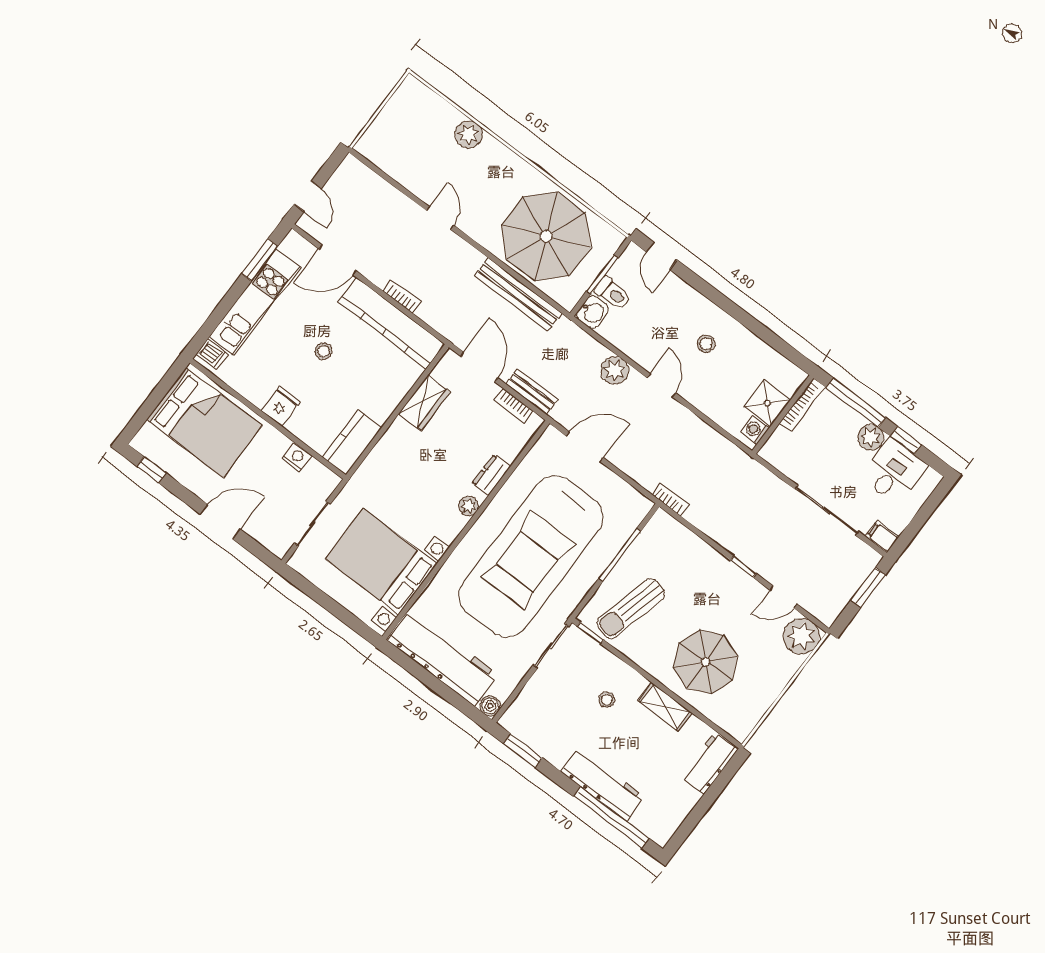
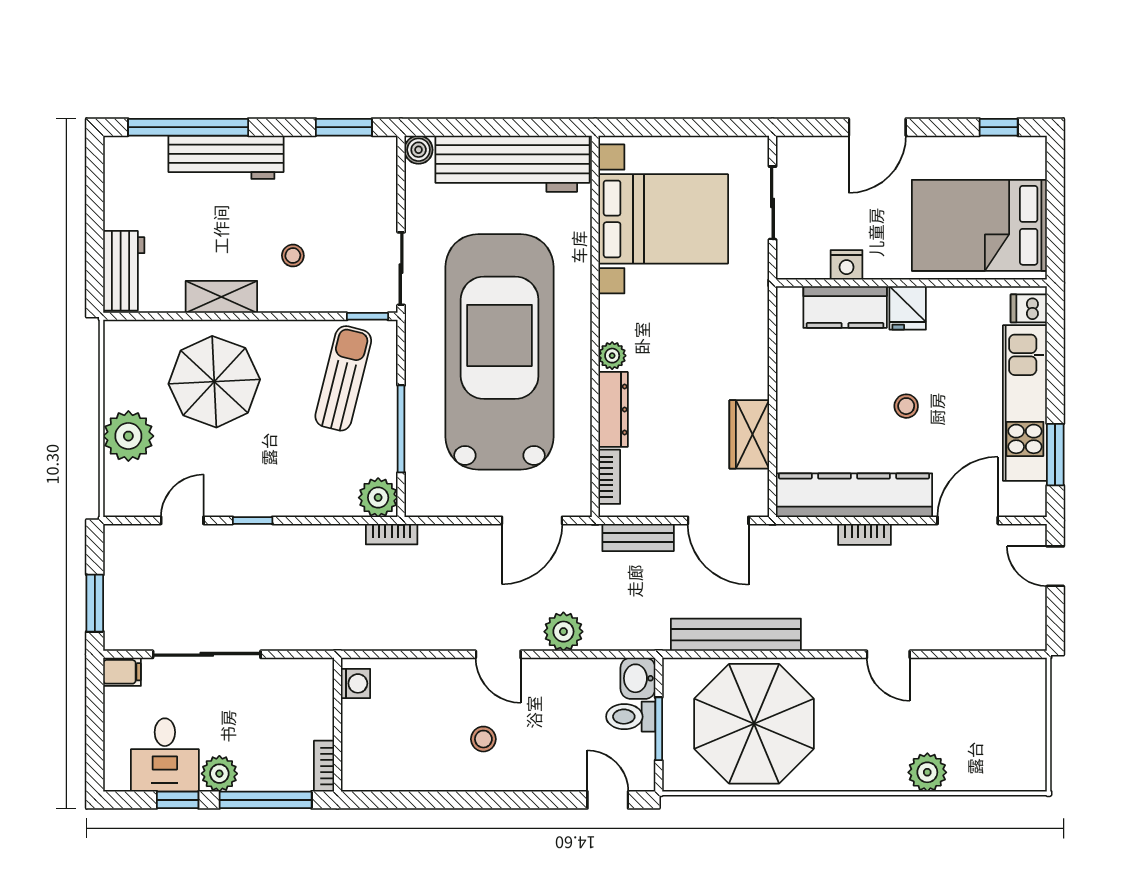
shower: (767, 403) -> (364, 724), removed
bookcase: (802, 405) -> (324, 766), width x0.64
bookcase: (514, 406) -> (609, 477), moved, turned 90
kitchen counter: (352, 442) -> (845, 307), moved, turned 90
dresser: (491, 475) -> (613, 409), width x1.44
plant: (662, 526) -> (378, 498), added
plant: (801, 636) -> (128, 436), moved

